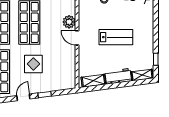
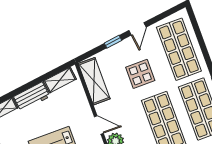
shelving: (69, 71) -> (94, 81), added

